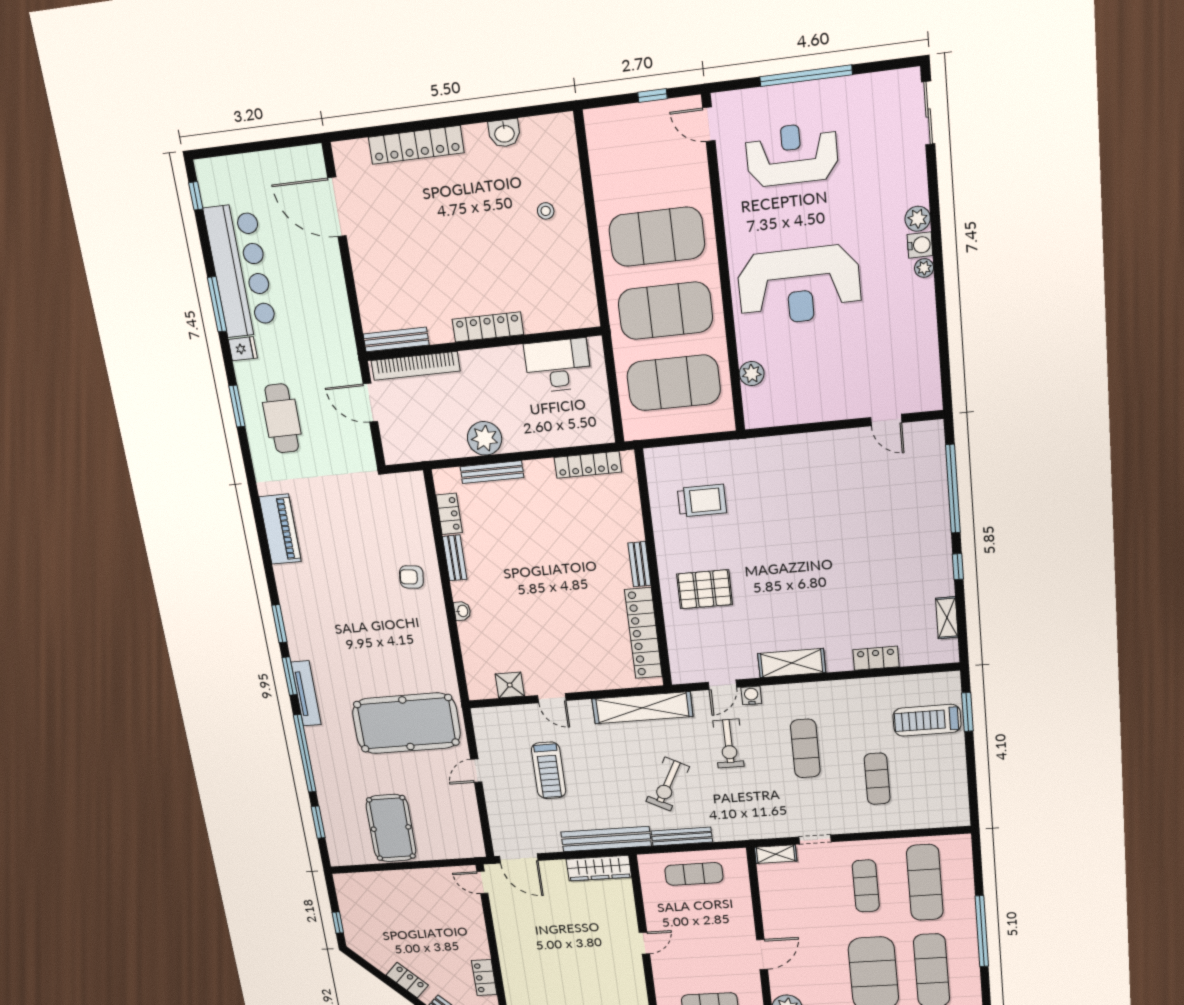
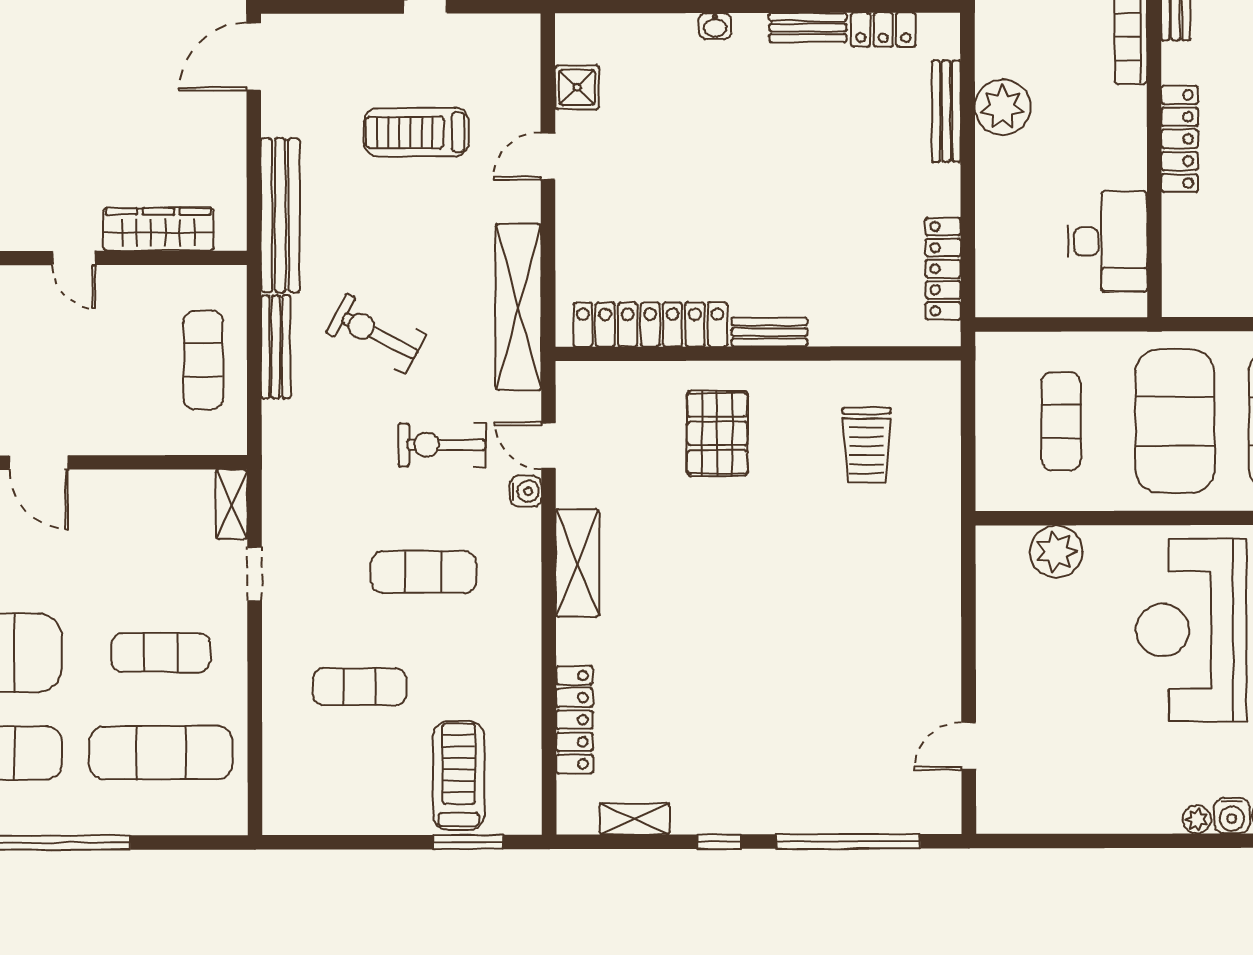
plant: (752, 374) -> (1056, 551), width x1.36, depth x1.36
exercise mat: (674, 383) -> (1061, 421), width x0.50, depth x0.69
locker: (876, 658) -> (574, 720), width x1.53
wardrobe: (599, 868) -> (158, 229), moved, turned 90

